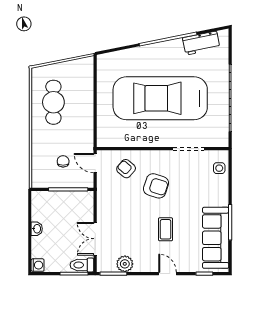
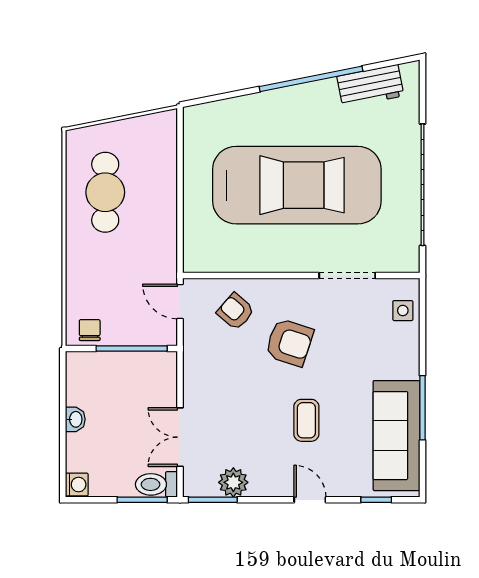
car: (160, 98) -> (297, 185), turned 180
chair: (63, 161) -> (90, 330), moved

